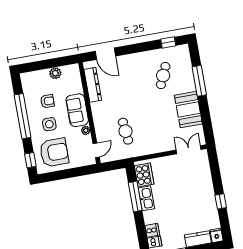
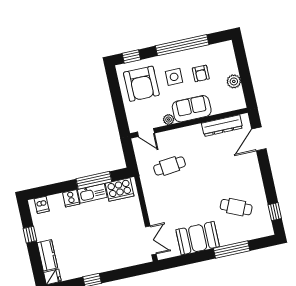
cooker: (152, 230) -> (71, 198), moved

